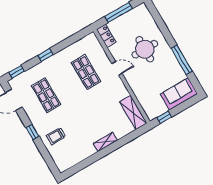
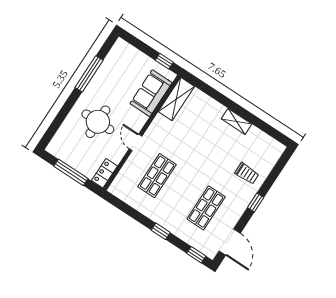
sofa: (179, 94) -> (151, 93), moved, turned 90
shelving: (105, 142) -> (237, 121), moved

